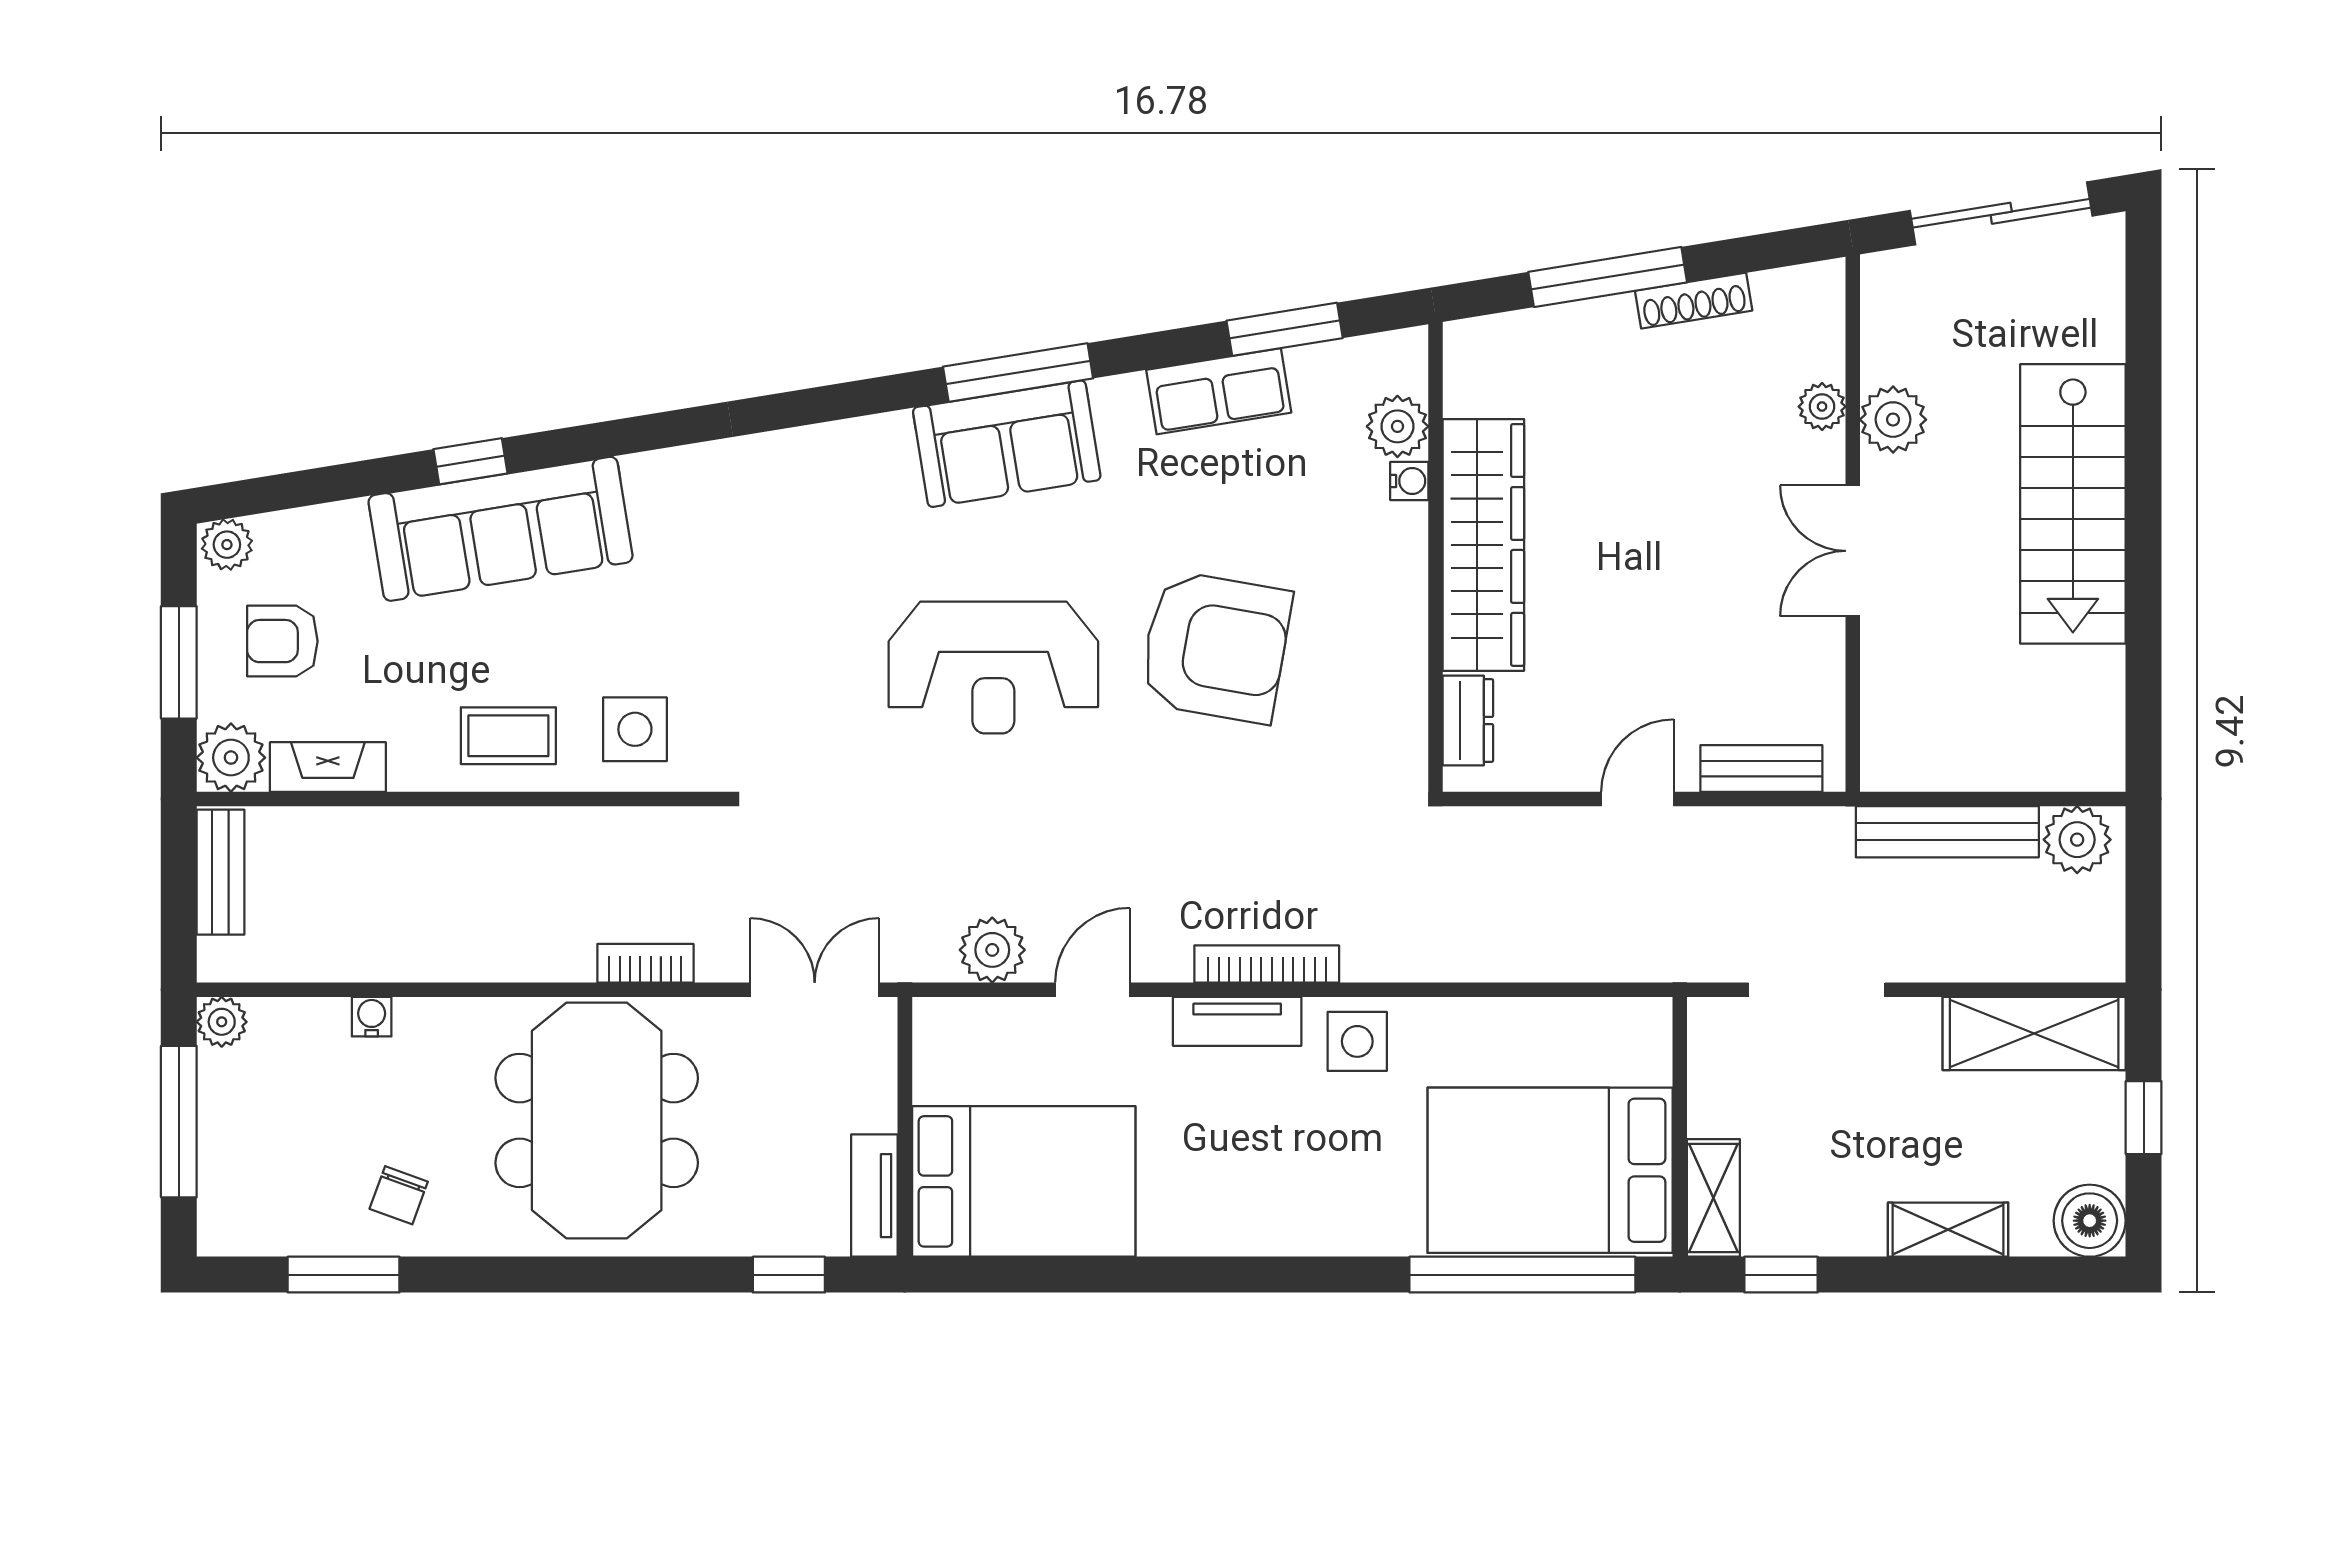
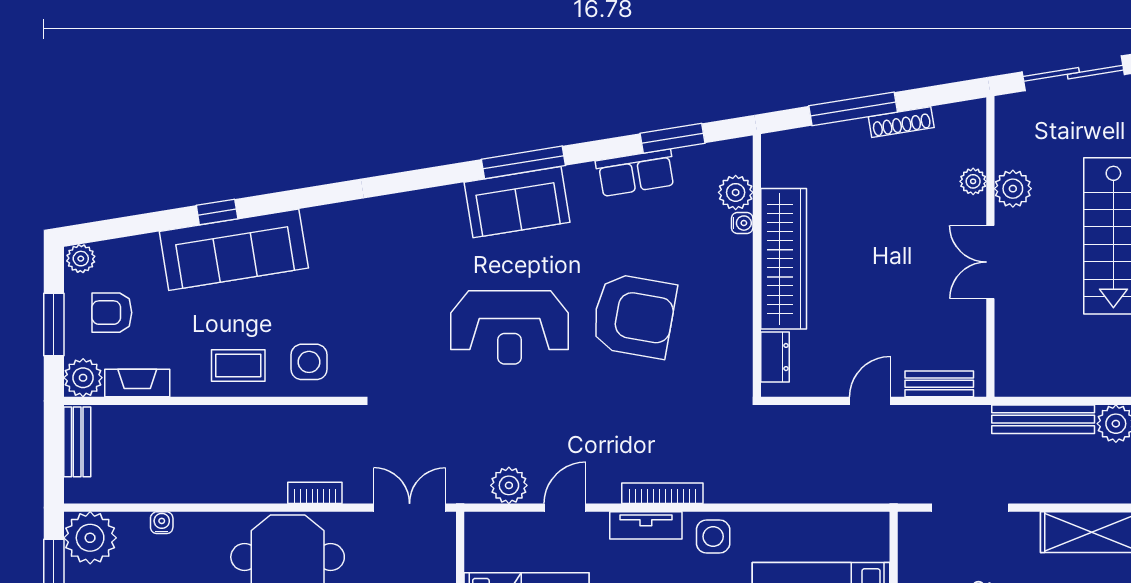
plant: (222, 1022) -> (90, 538), width x1.88, depth x1.88

